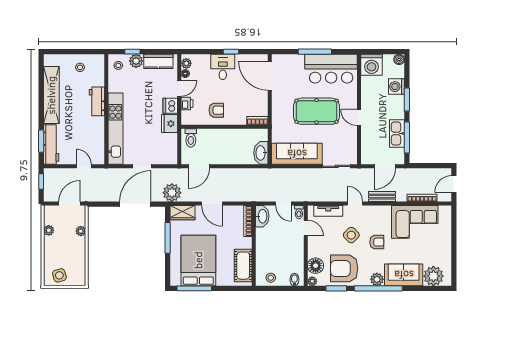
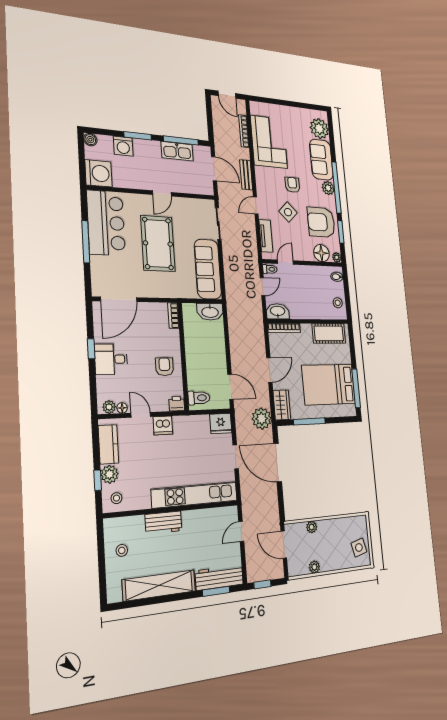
printer: (187, 103) -> (177, 404), moved
fridge: (170, 124) -> (221, 424), moved
armchair: (344, 268) -> (321, 222), turned 90

